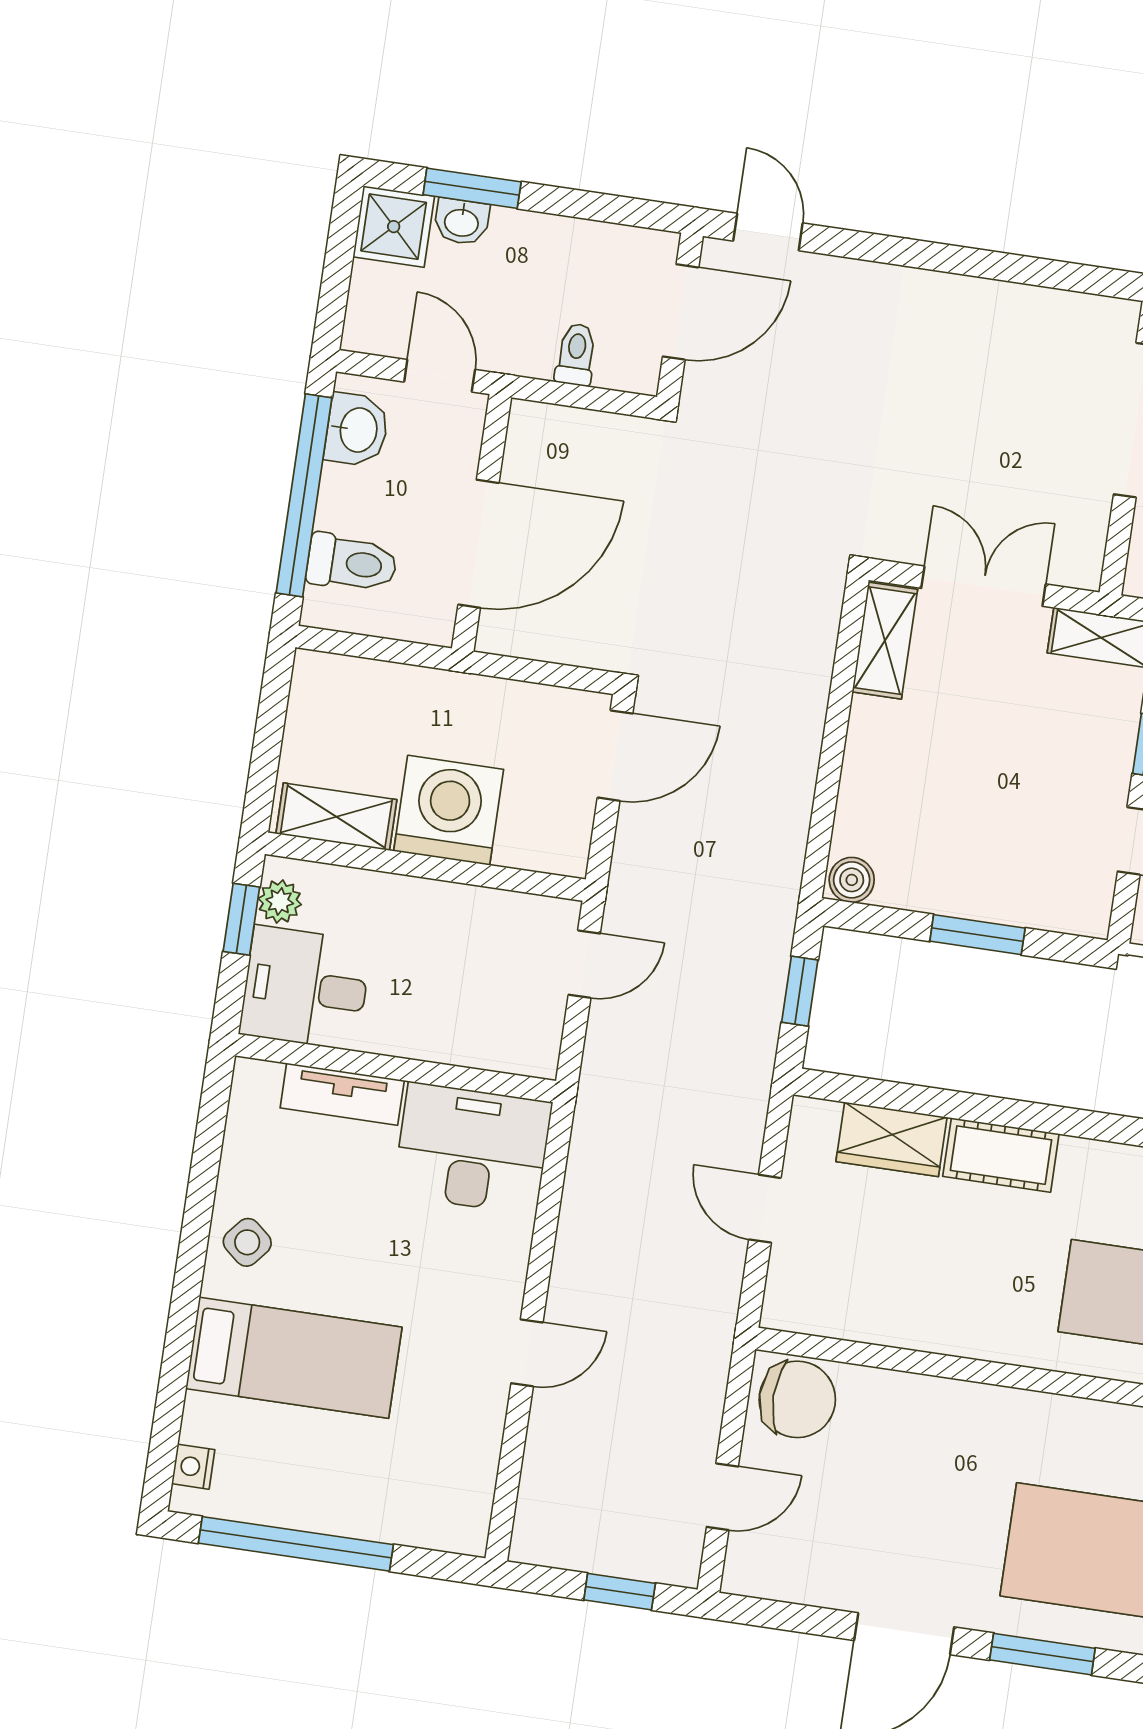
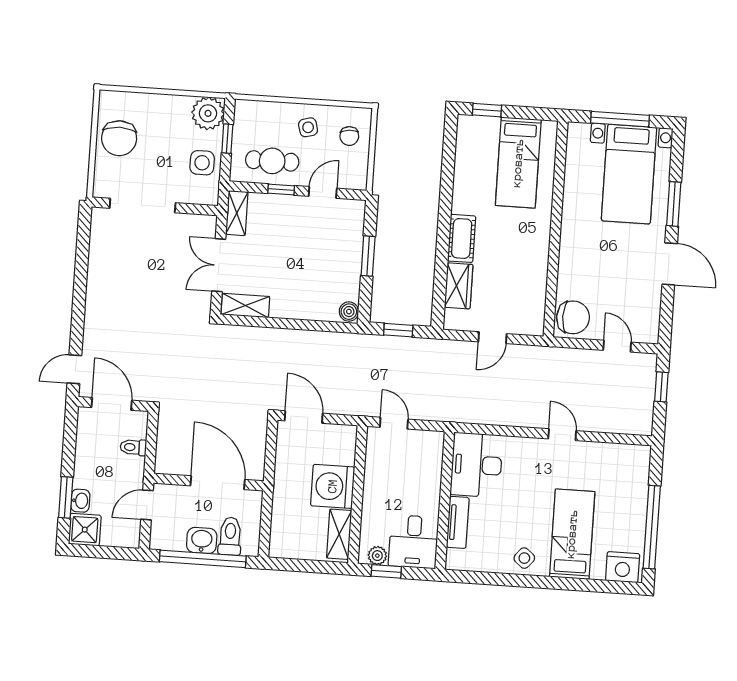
washbasin: (357, 430) -> (202, 540), moved
chair: (797, 1399) -> (573, 317), turned 90
nightstand: (193, 1467) -> (623, 567), width x1.89, depth x1.79

